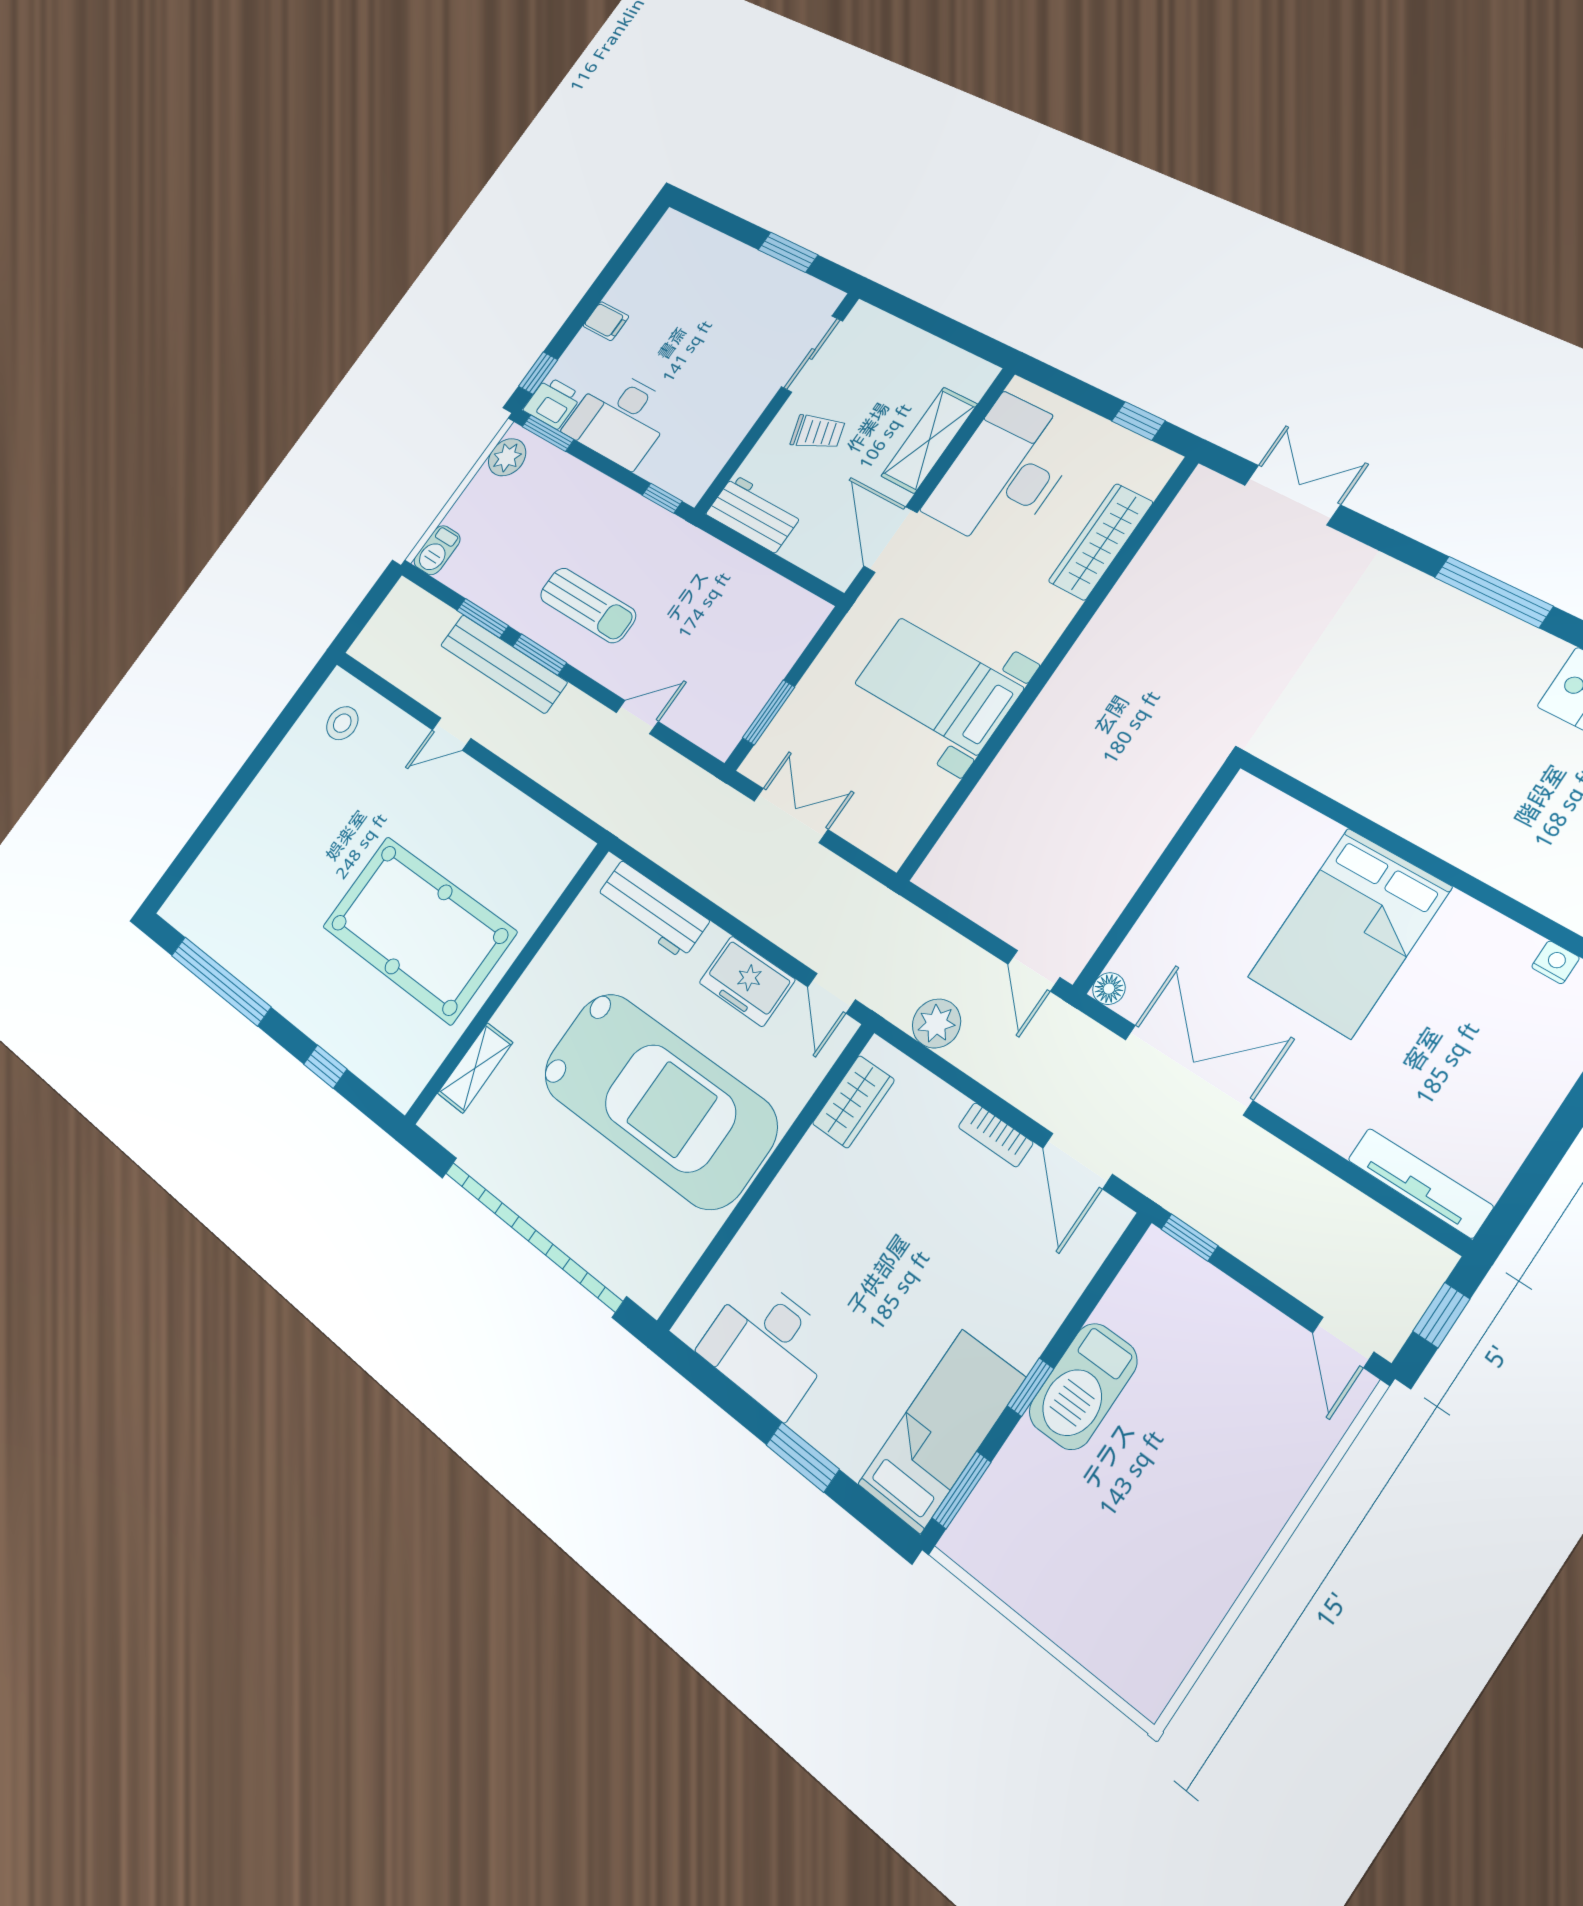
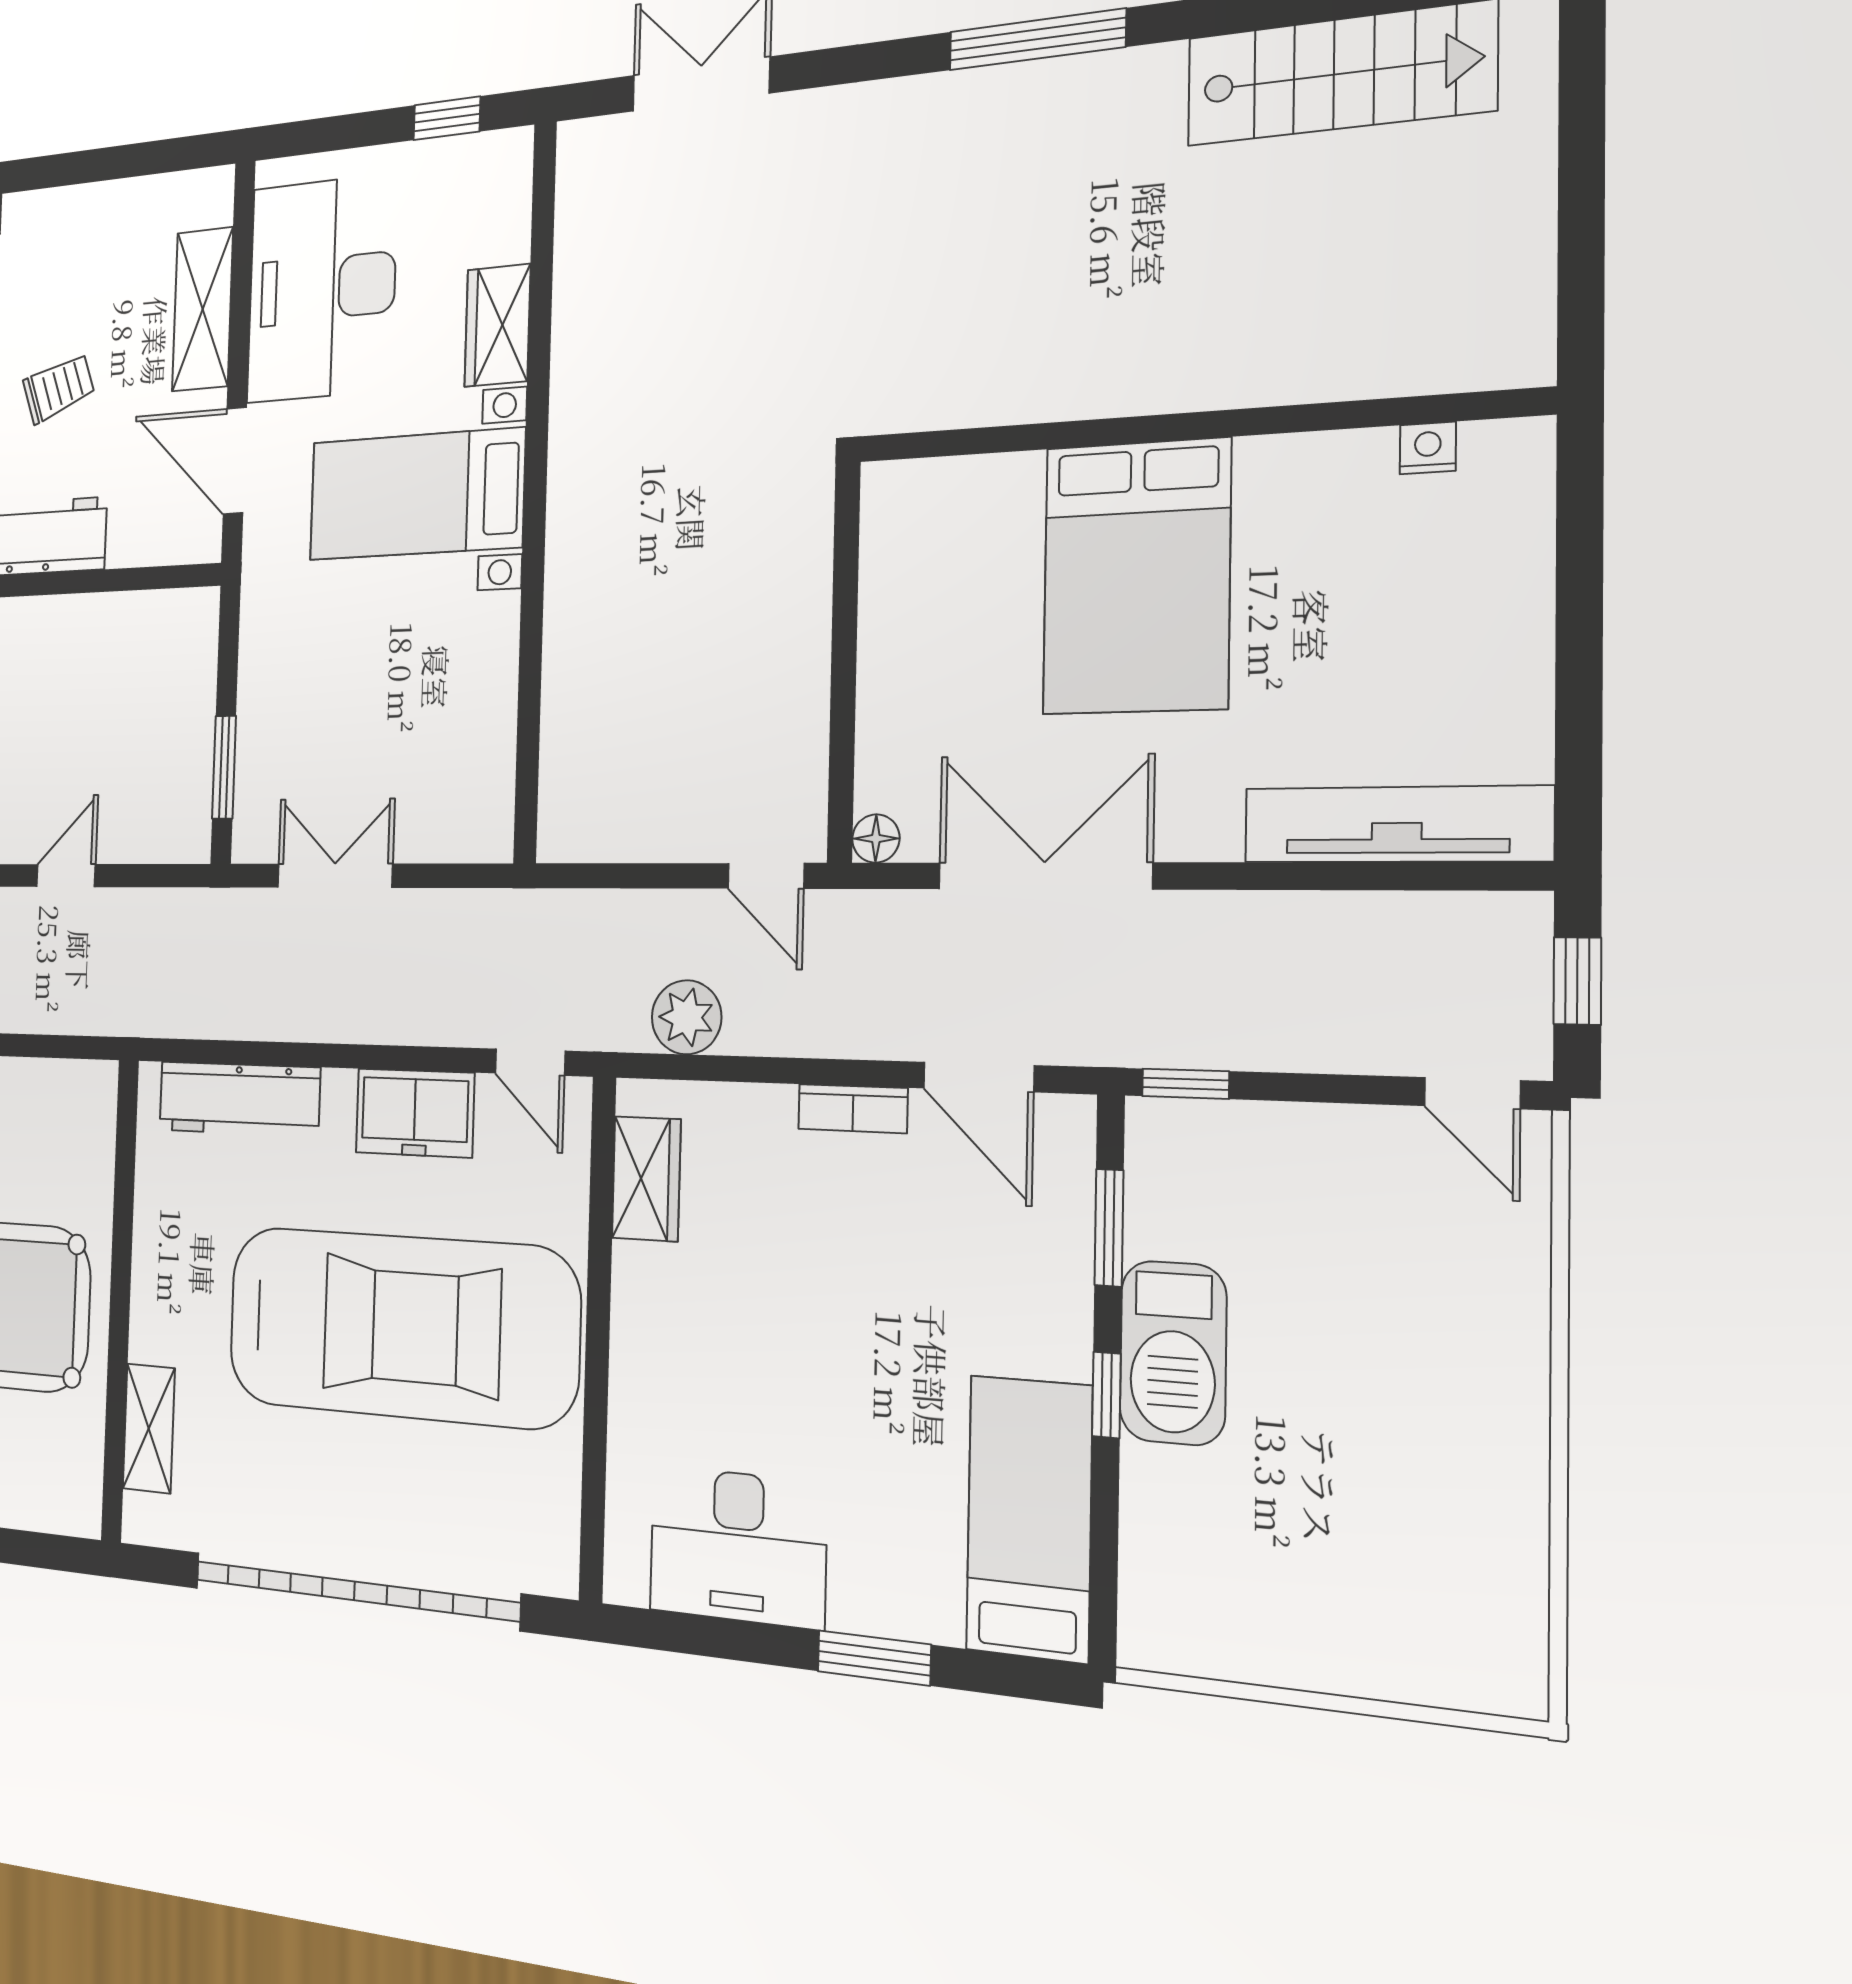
wardrobe: (1101, 542) -> (497, 325), width x0.67
bed with nightstands: (938, 686) -> (416, 494), moved
tv unit: (1420, 1183) -> (1397, 824), width x1.36, depth x1.29
window: (961, 1490) -> (1109, 1228), moved

